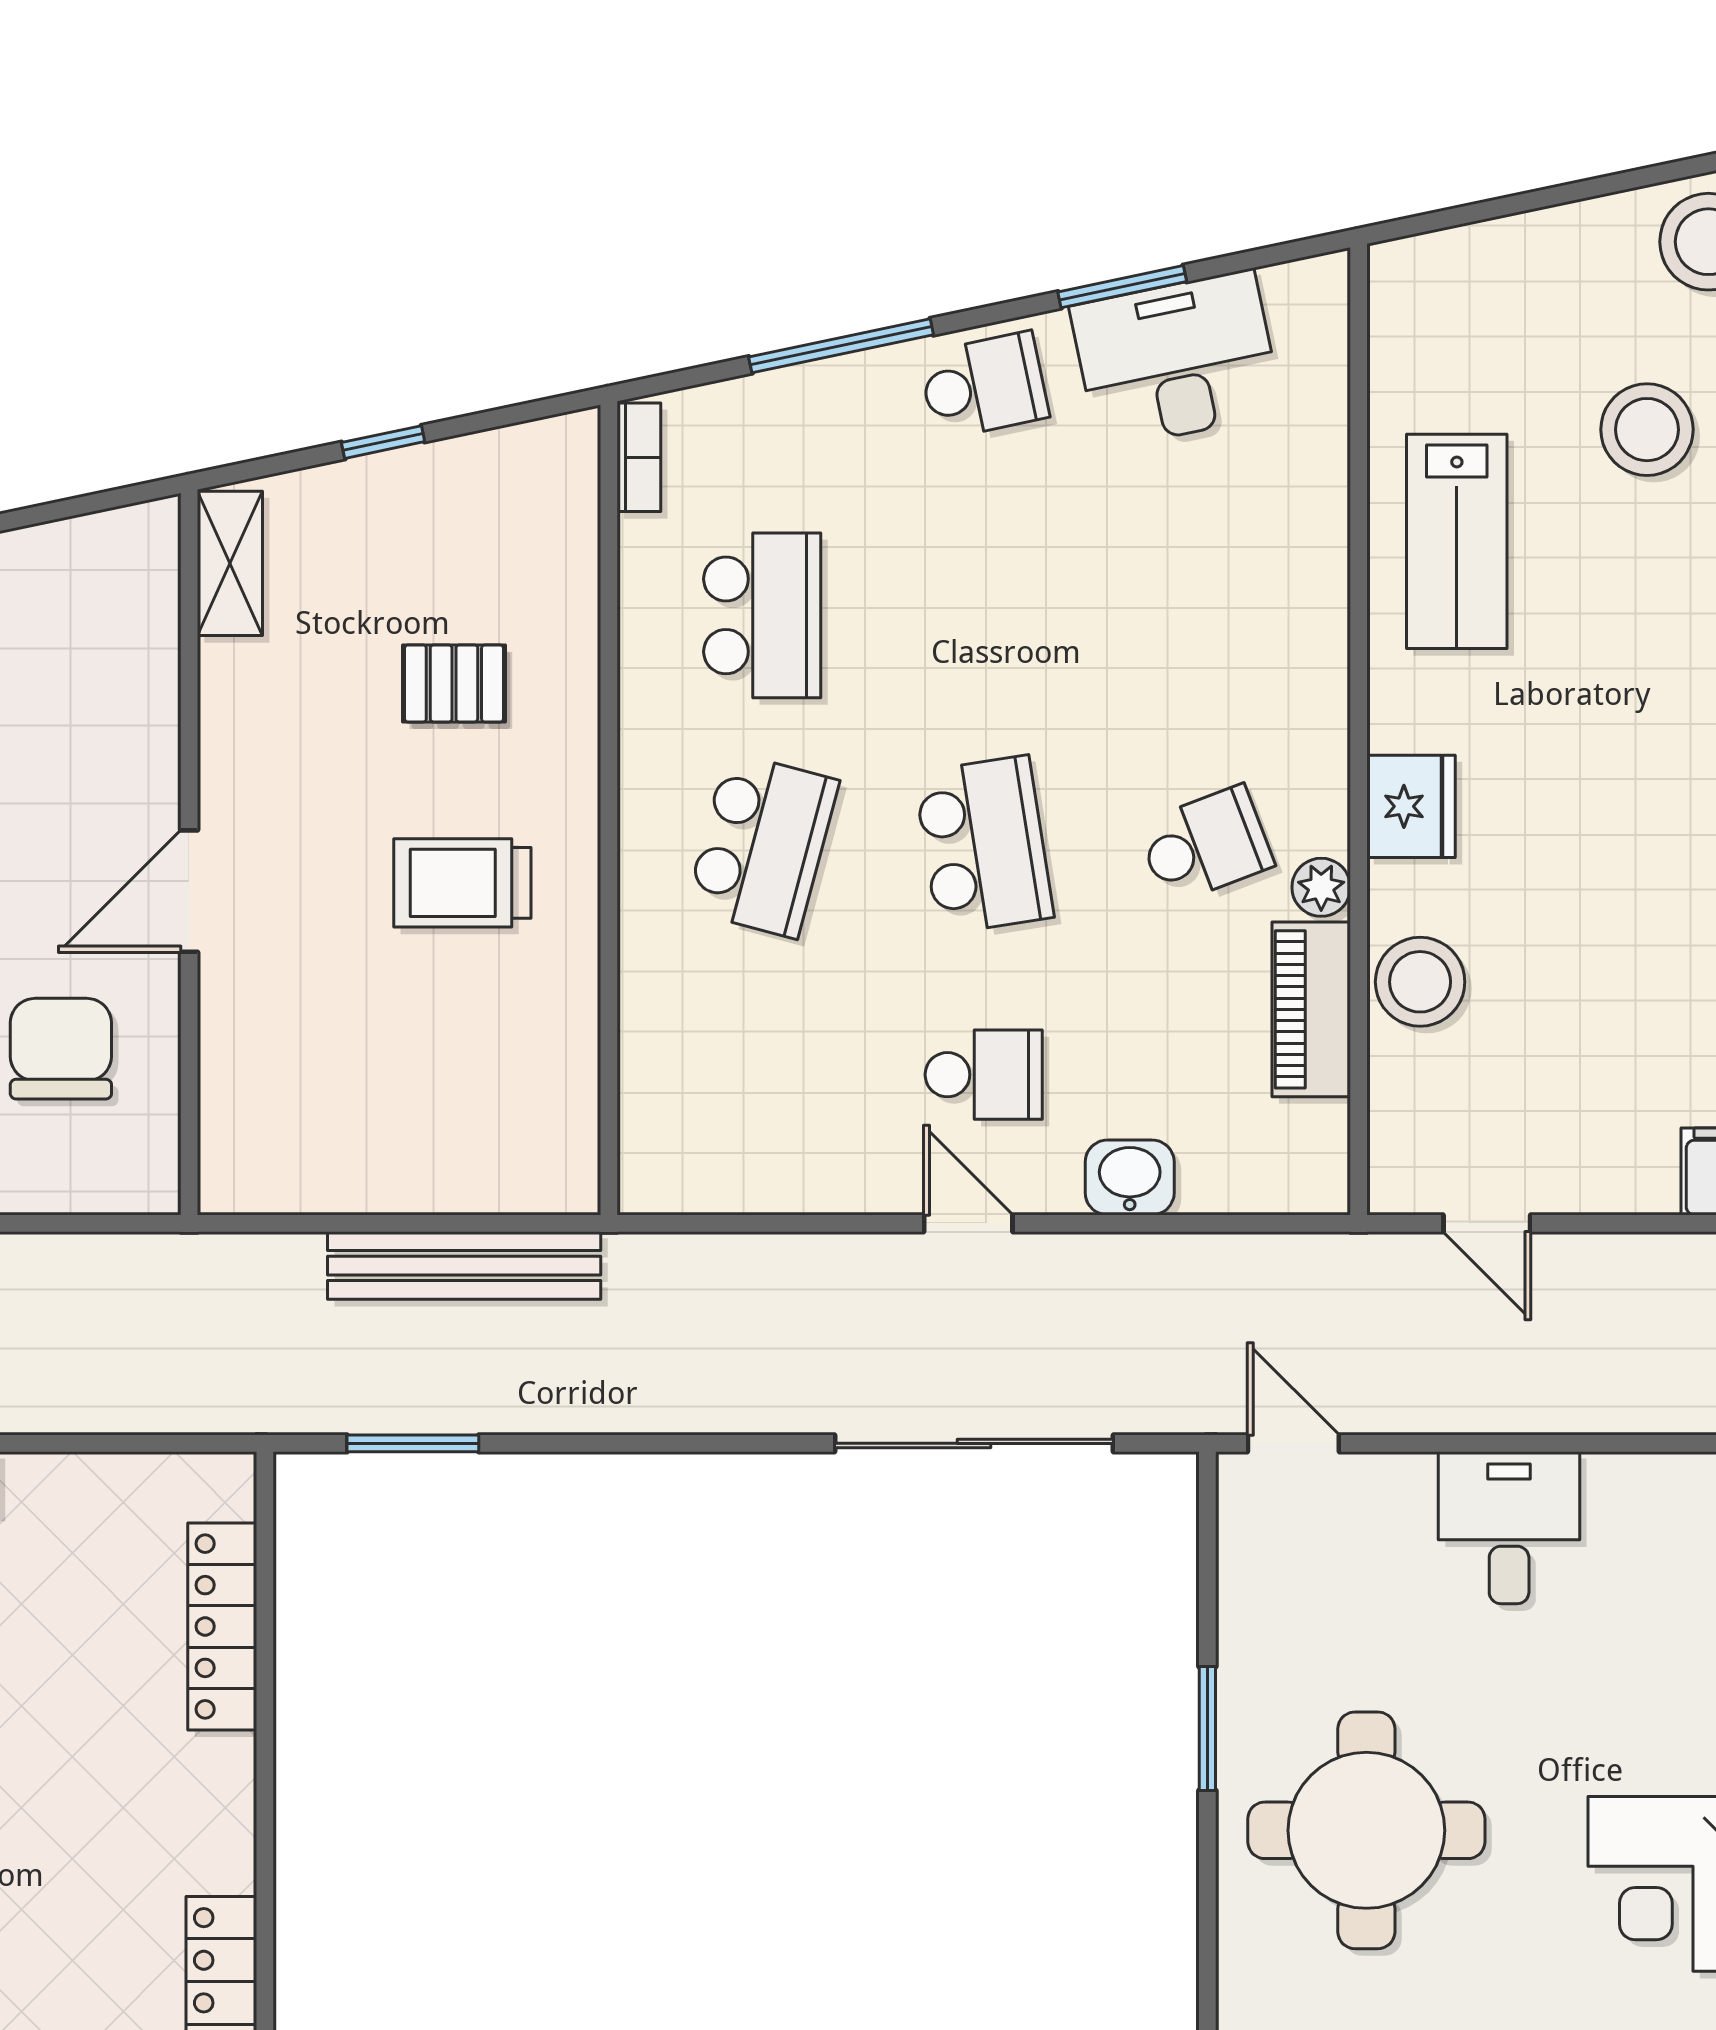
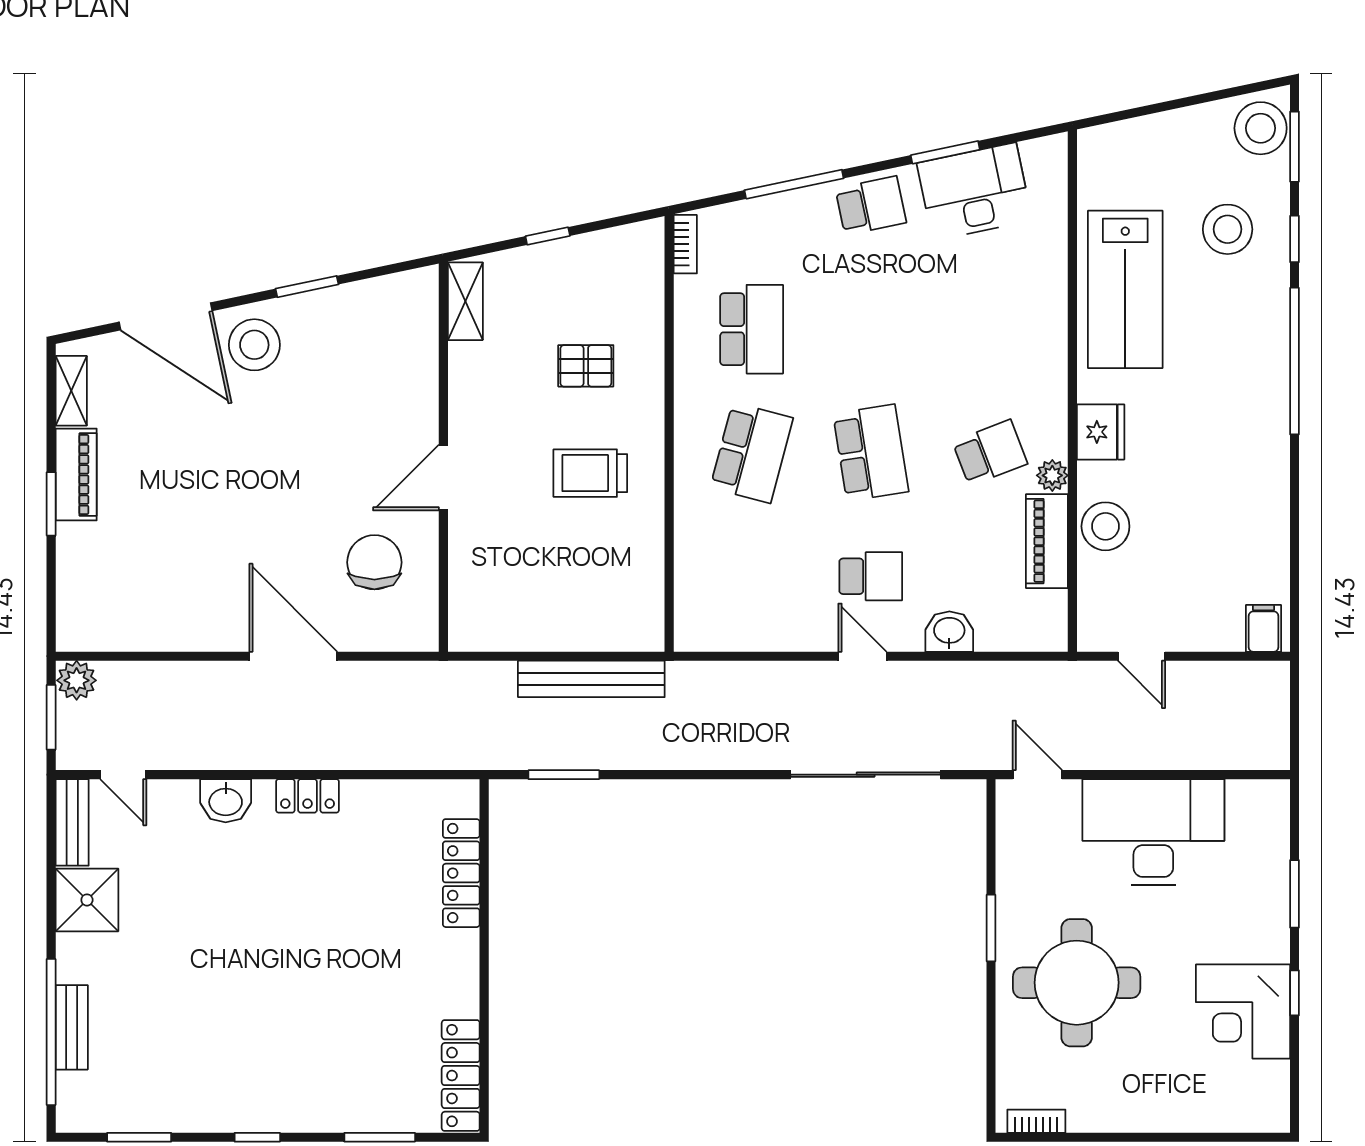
lab bench: (1457, 541) -> (1125, 289), width x1.36, depth x1.39
desk: (1509, 1528) -> (1153, 832), width x1.87, depth x1.30

